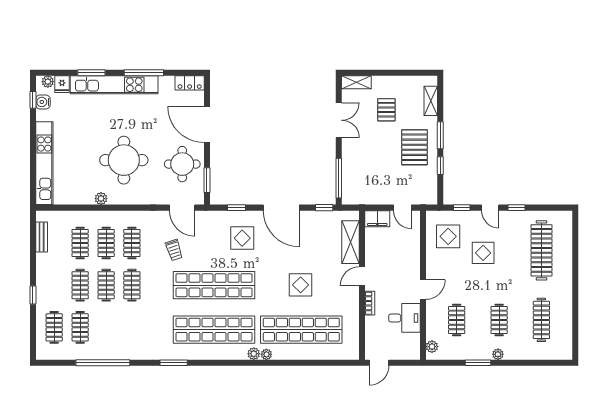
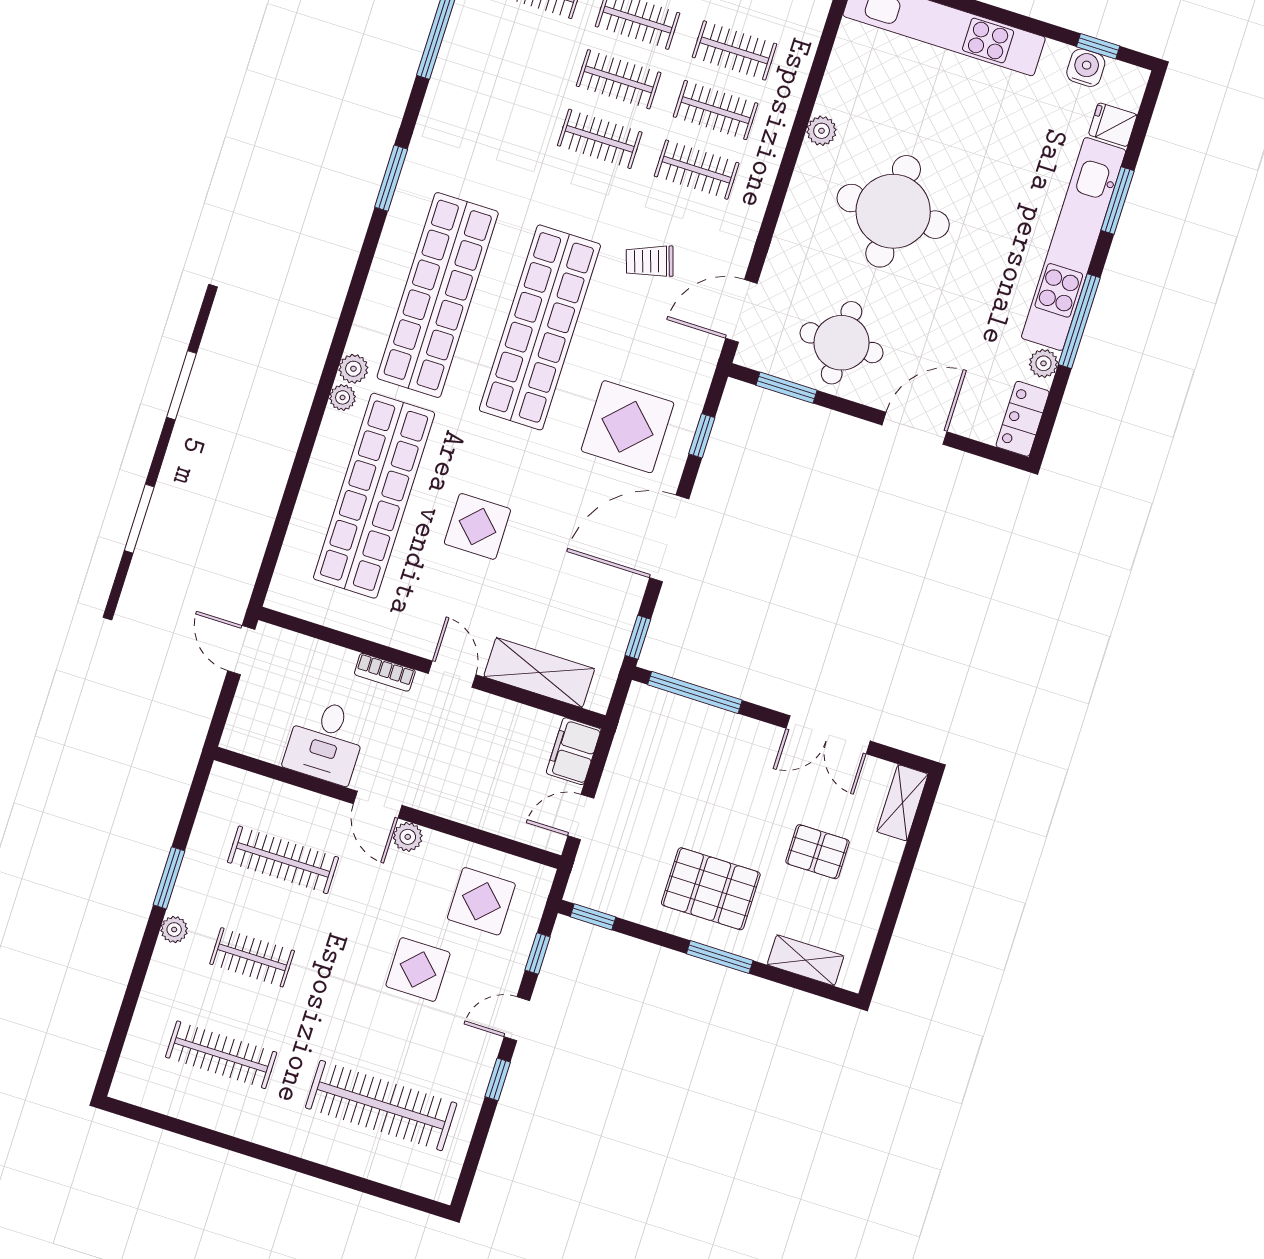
plant: (48, 82) -> (1044, 363), moved
door: (207, 124) -> (914, 428), width x0.73
window: (440, 166) -> (593, 917), moved
display table: (242, 238) -> (628, 427), width x1.36, depth x1.36
clothes rail: (457, 320) -> (283, 860), width x1.36
plant: (432, 347) -> (408, 837), moved

